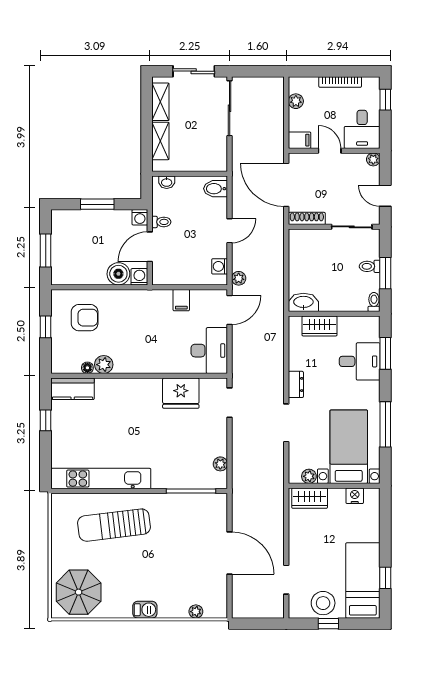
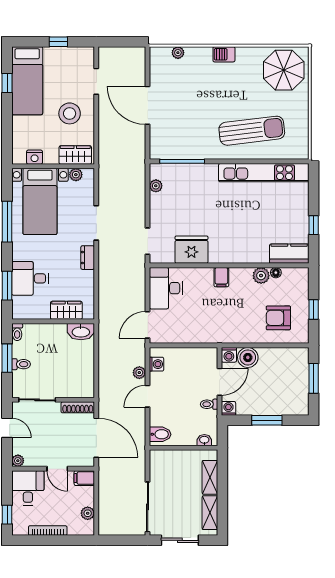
plant: (239, 278) -> (139, 373), moved
filing cabinet: (181, 300) -> (221, 277), moved, turned 180
stool: (323, 603) -> (70, 113), moved

